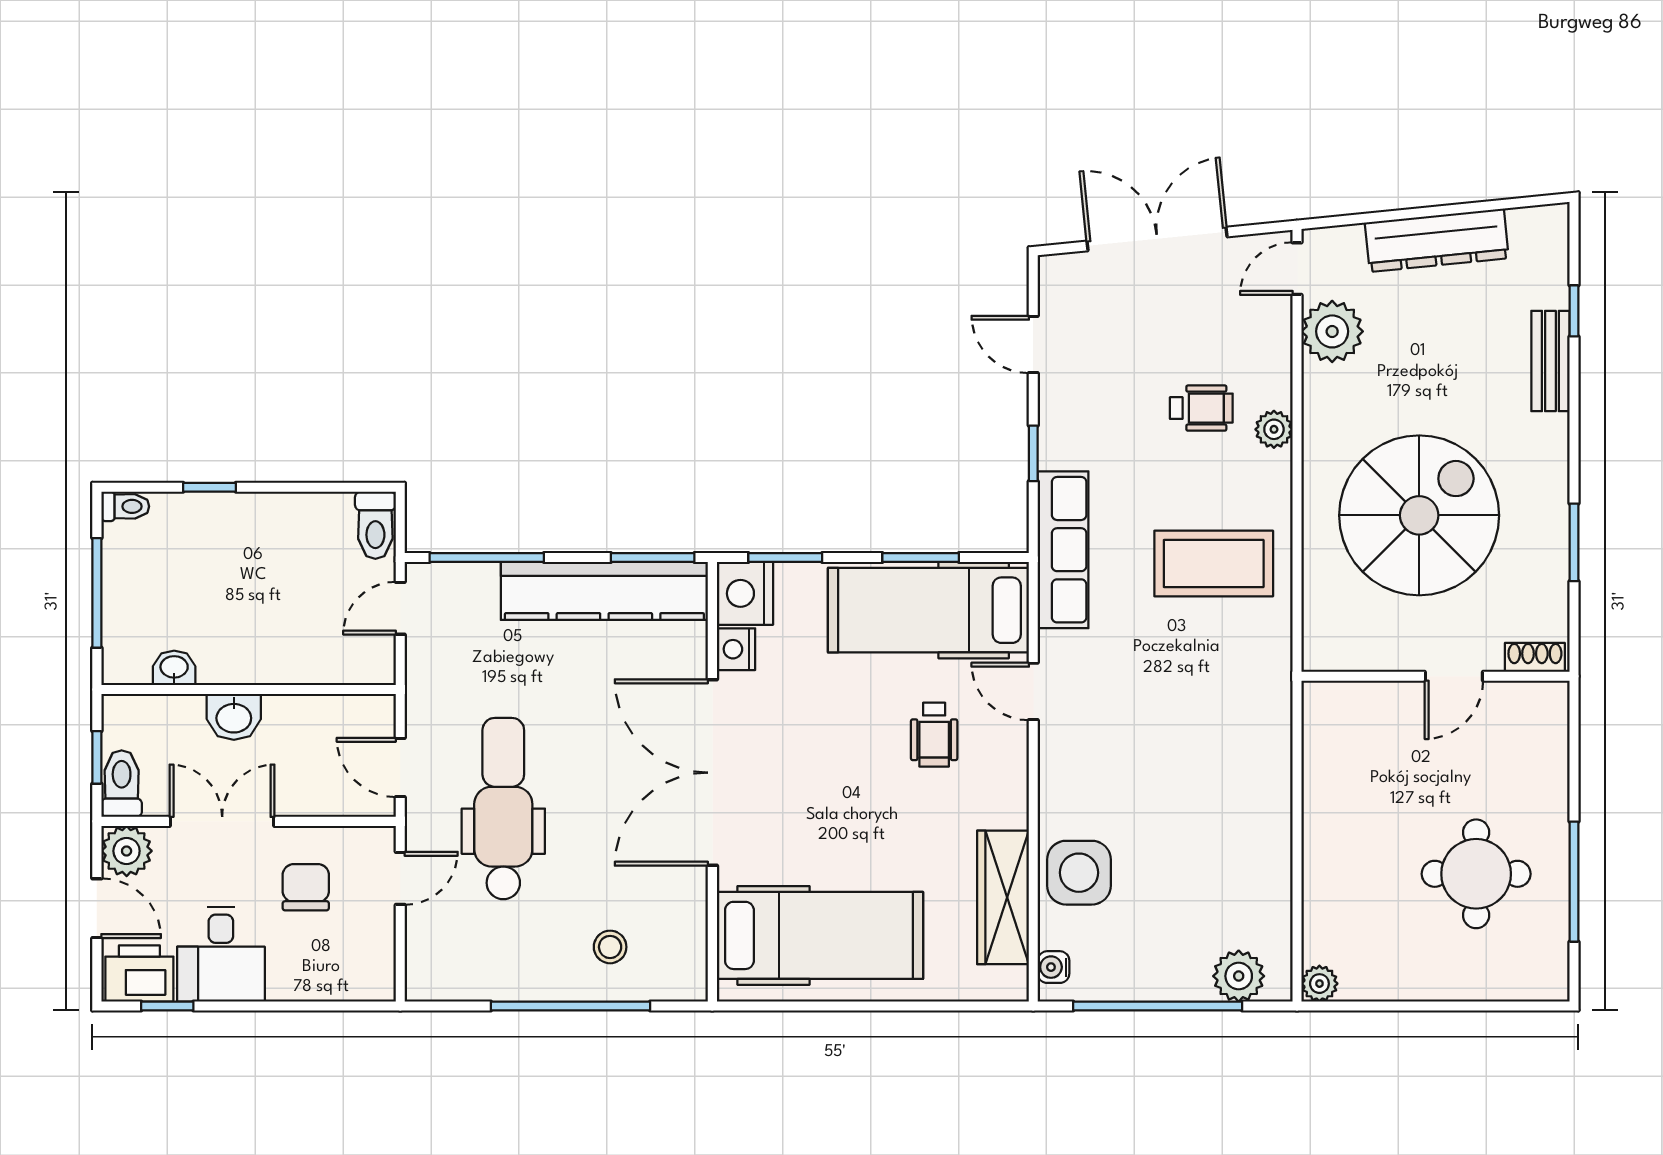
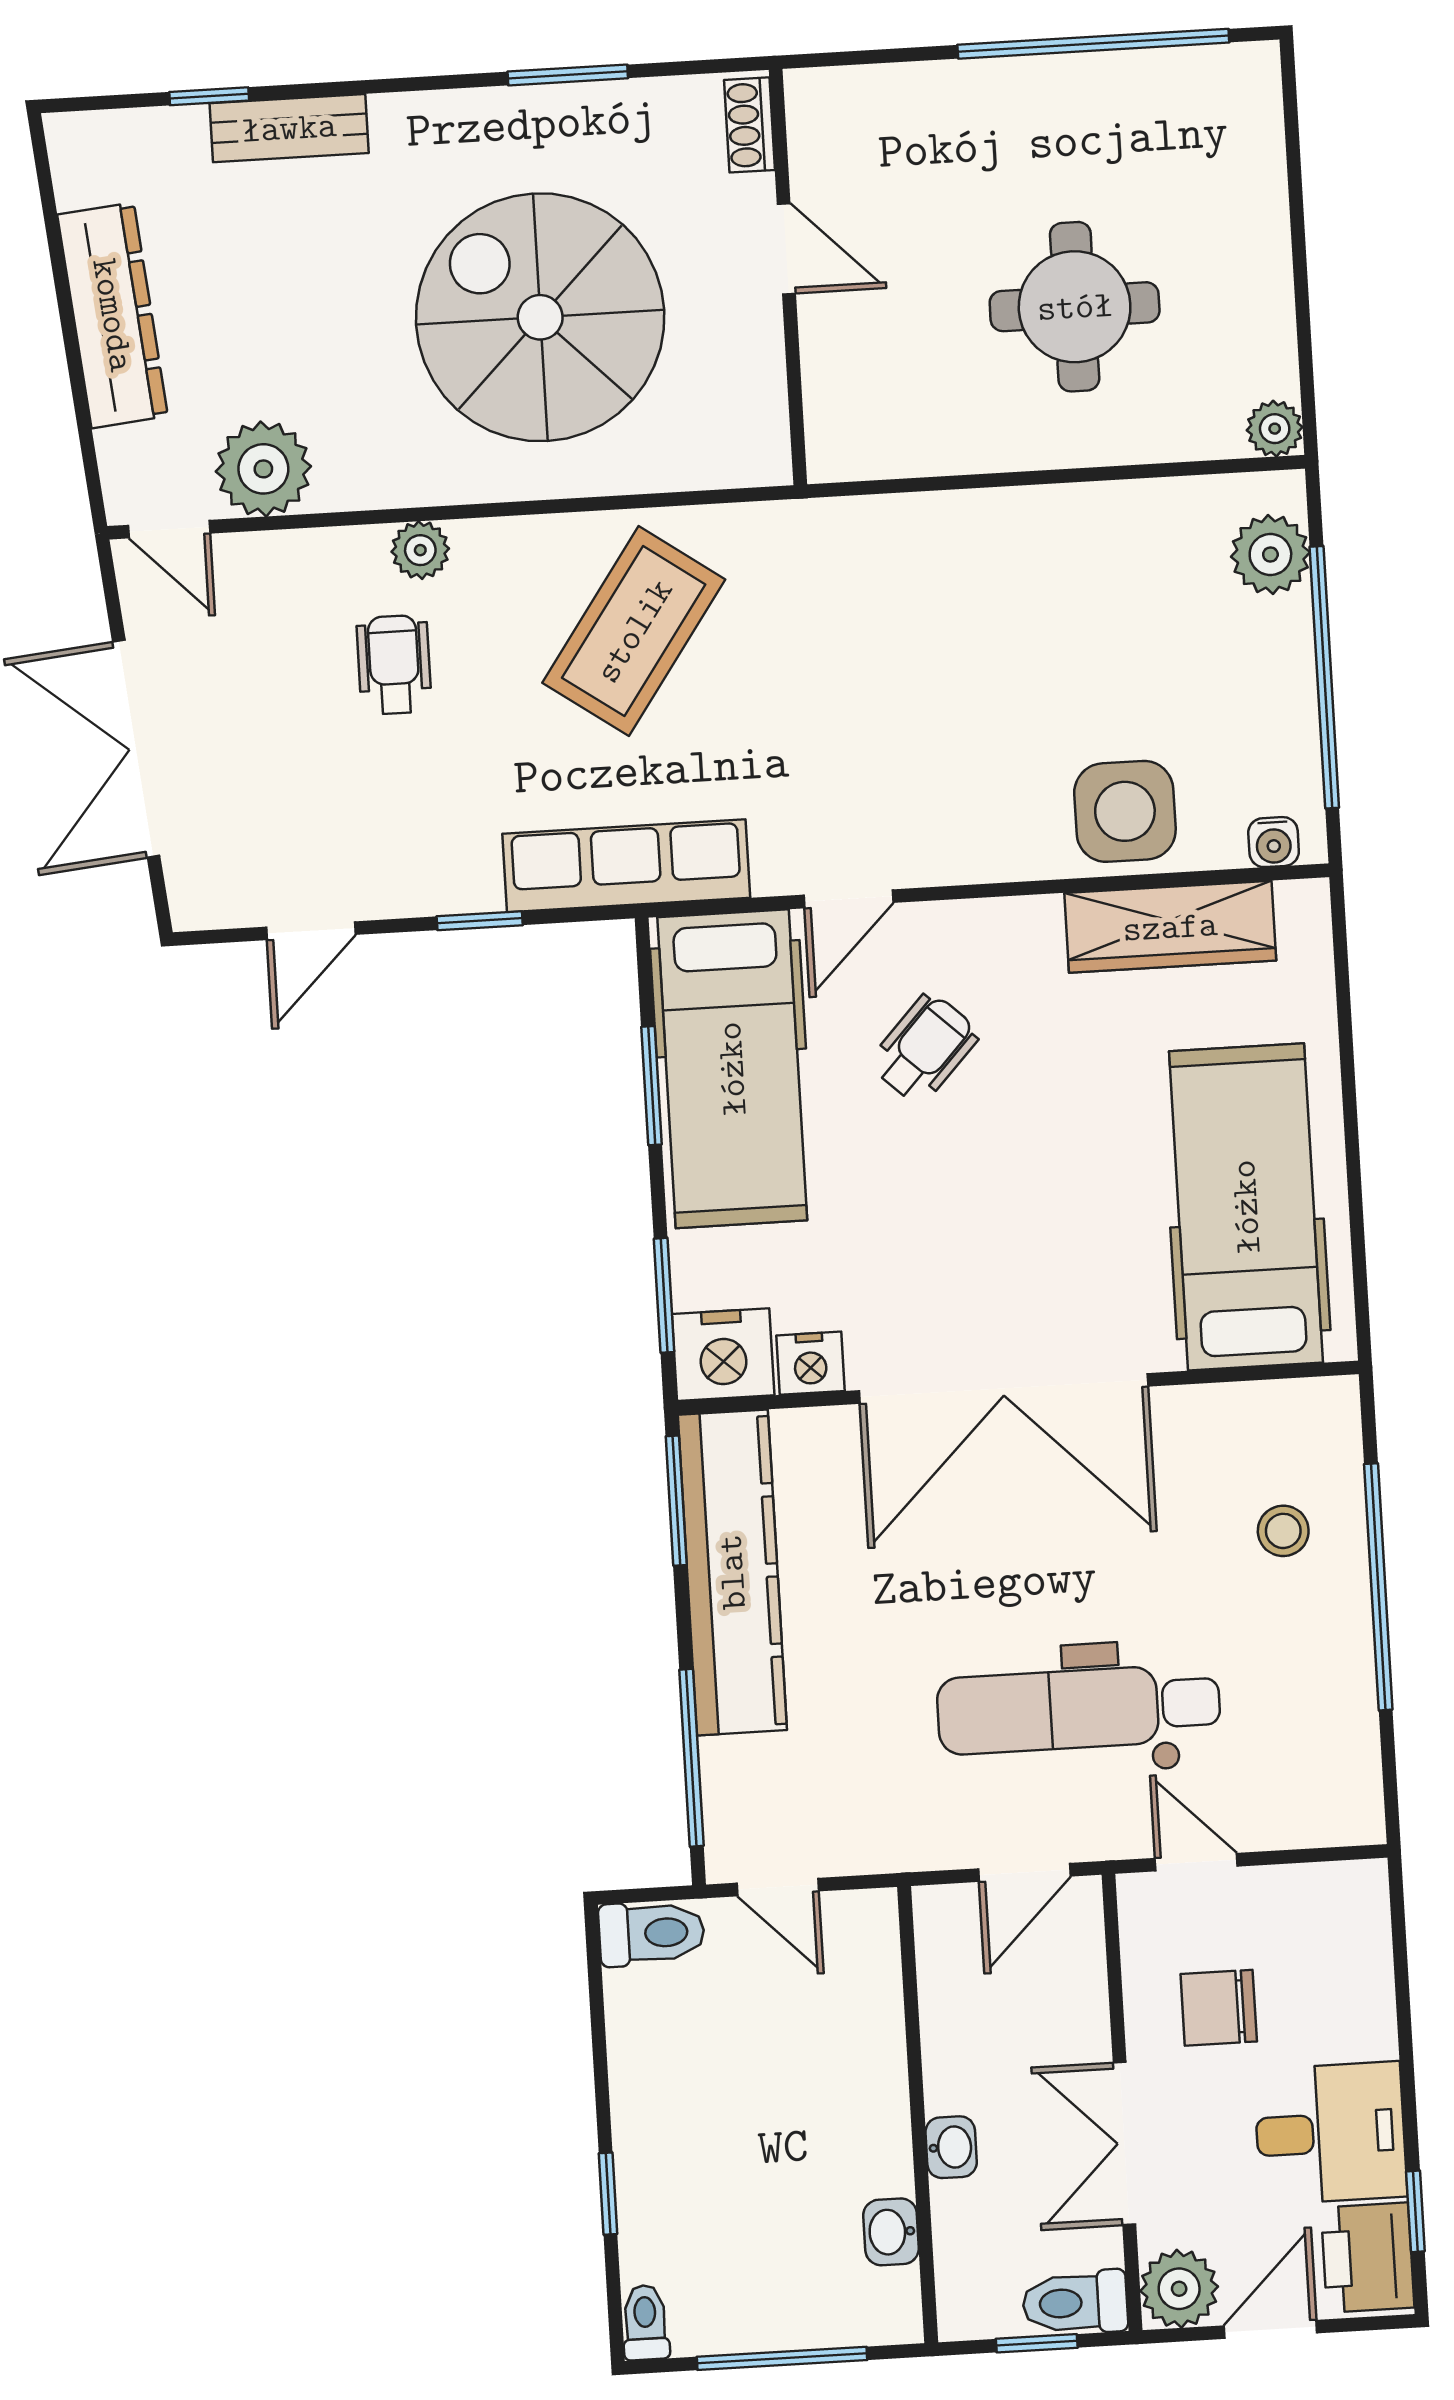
coffee table: (1214, 564) -> (634, 631), turned 35
washbasin: (234, 717) -> (951, 2147), width x0.72, depth x0.69
wheelchair: (934, 735) -> (925, 1048), turned -47
round table: (1476, 874) -> (1075, 307), moved
window: (1574, 882) -> (1093, 44), width x1.46

